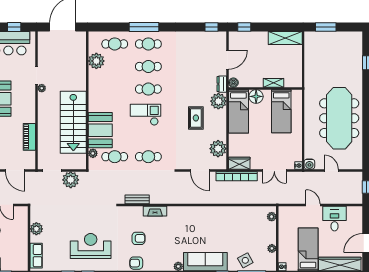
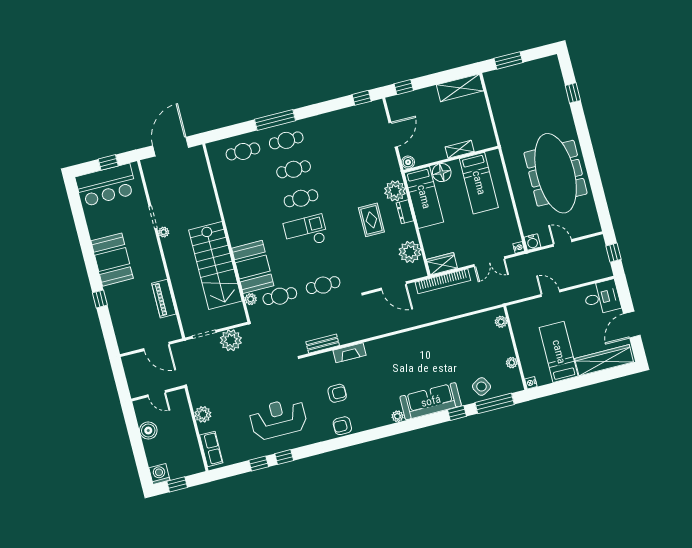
plant: (96, 61) -> (225, 179), removed
dresser: (222, 84) -> (405, 212), moved
desk: (334, 219) -> (602, 297), moved, turned 90

